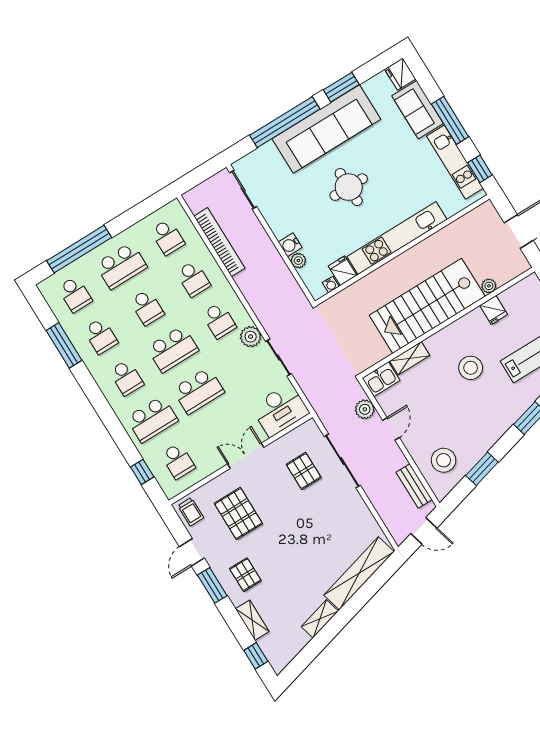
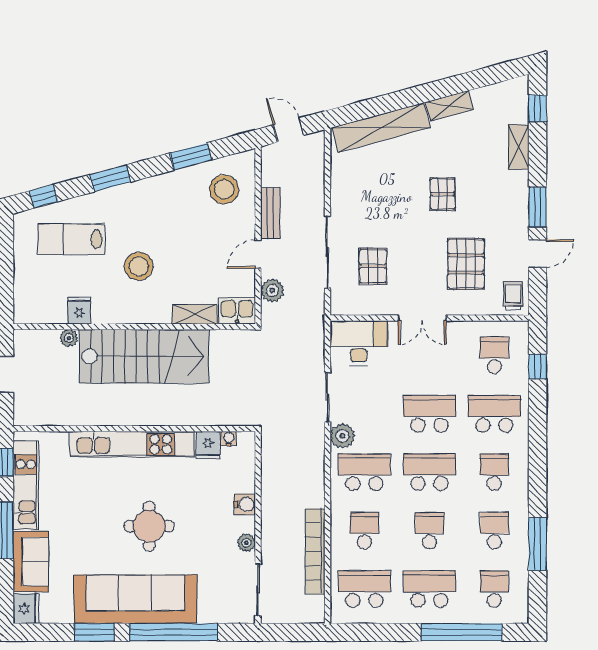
school desk: (168, 237) -> (364, 589), width x1.85
plant: (298, 261) -> (246, 543), moved
school desk: (219, 320) -> (364, 472), width x1.85
bench: (414, 486) -> (270, 213), moved
pallet: (245, 575) -> (442, 194), moved

